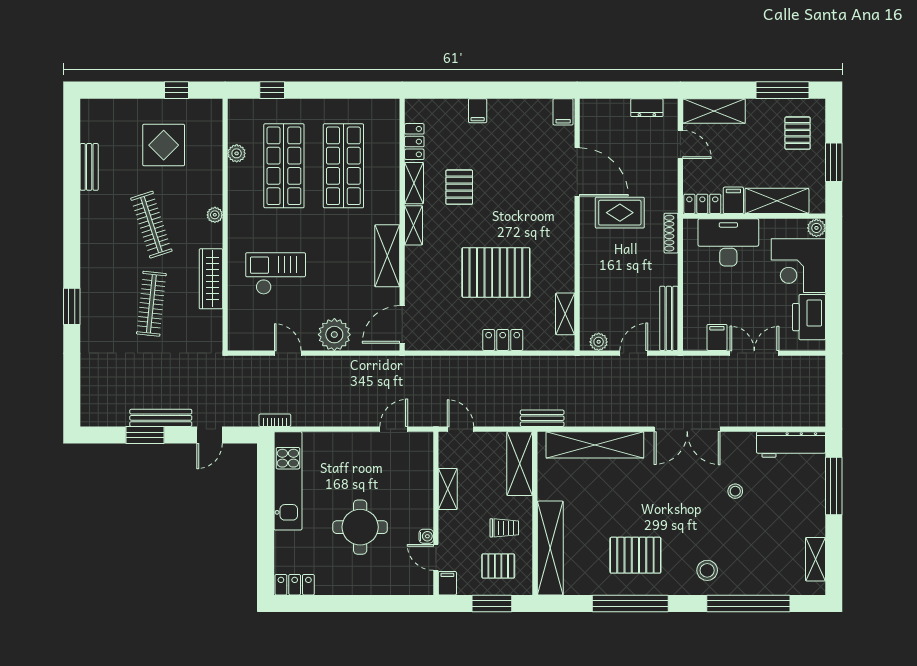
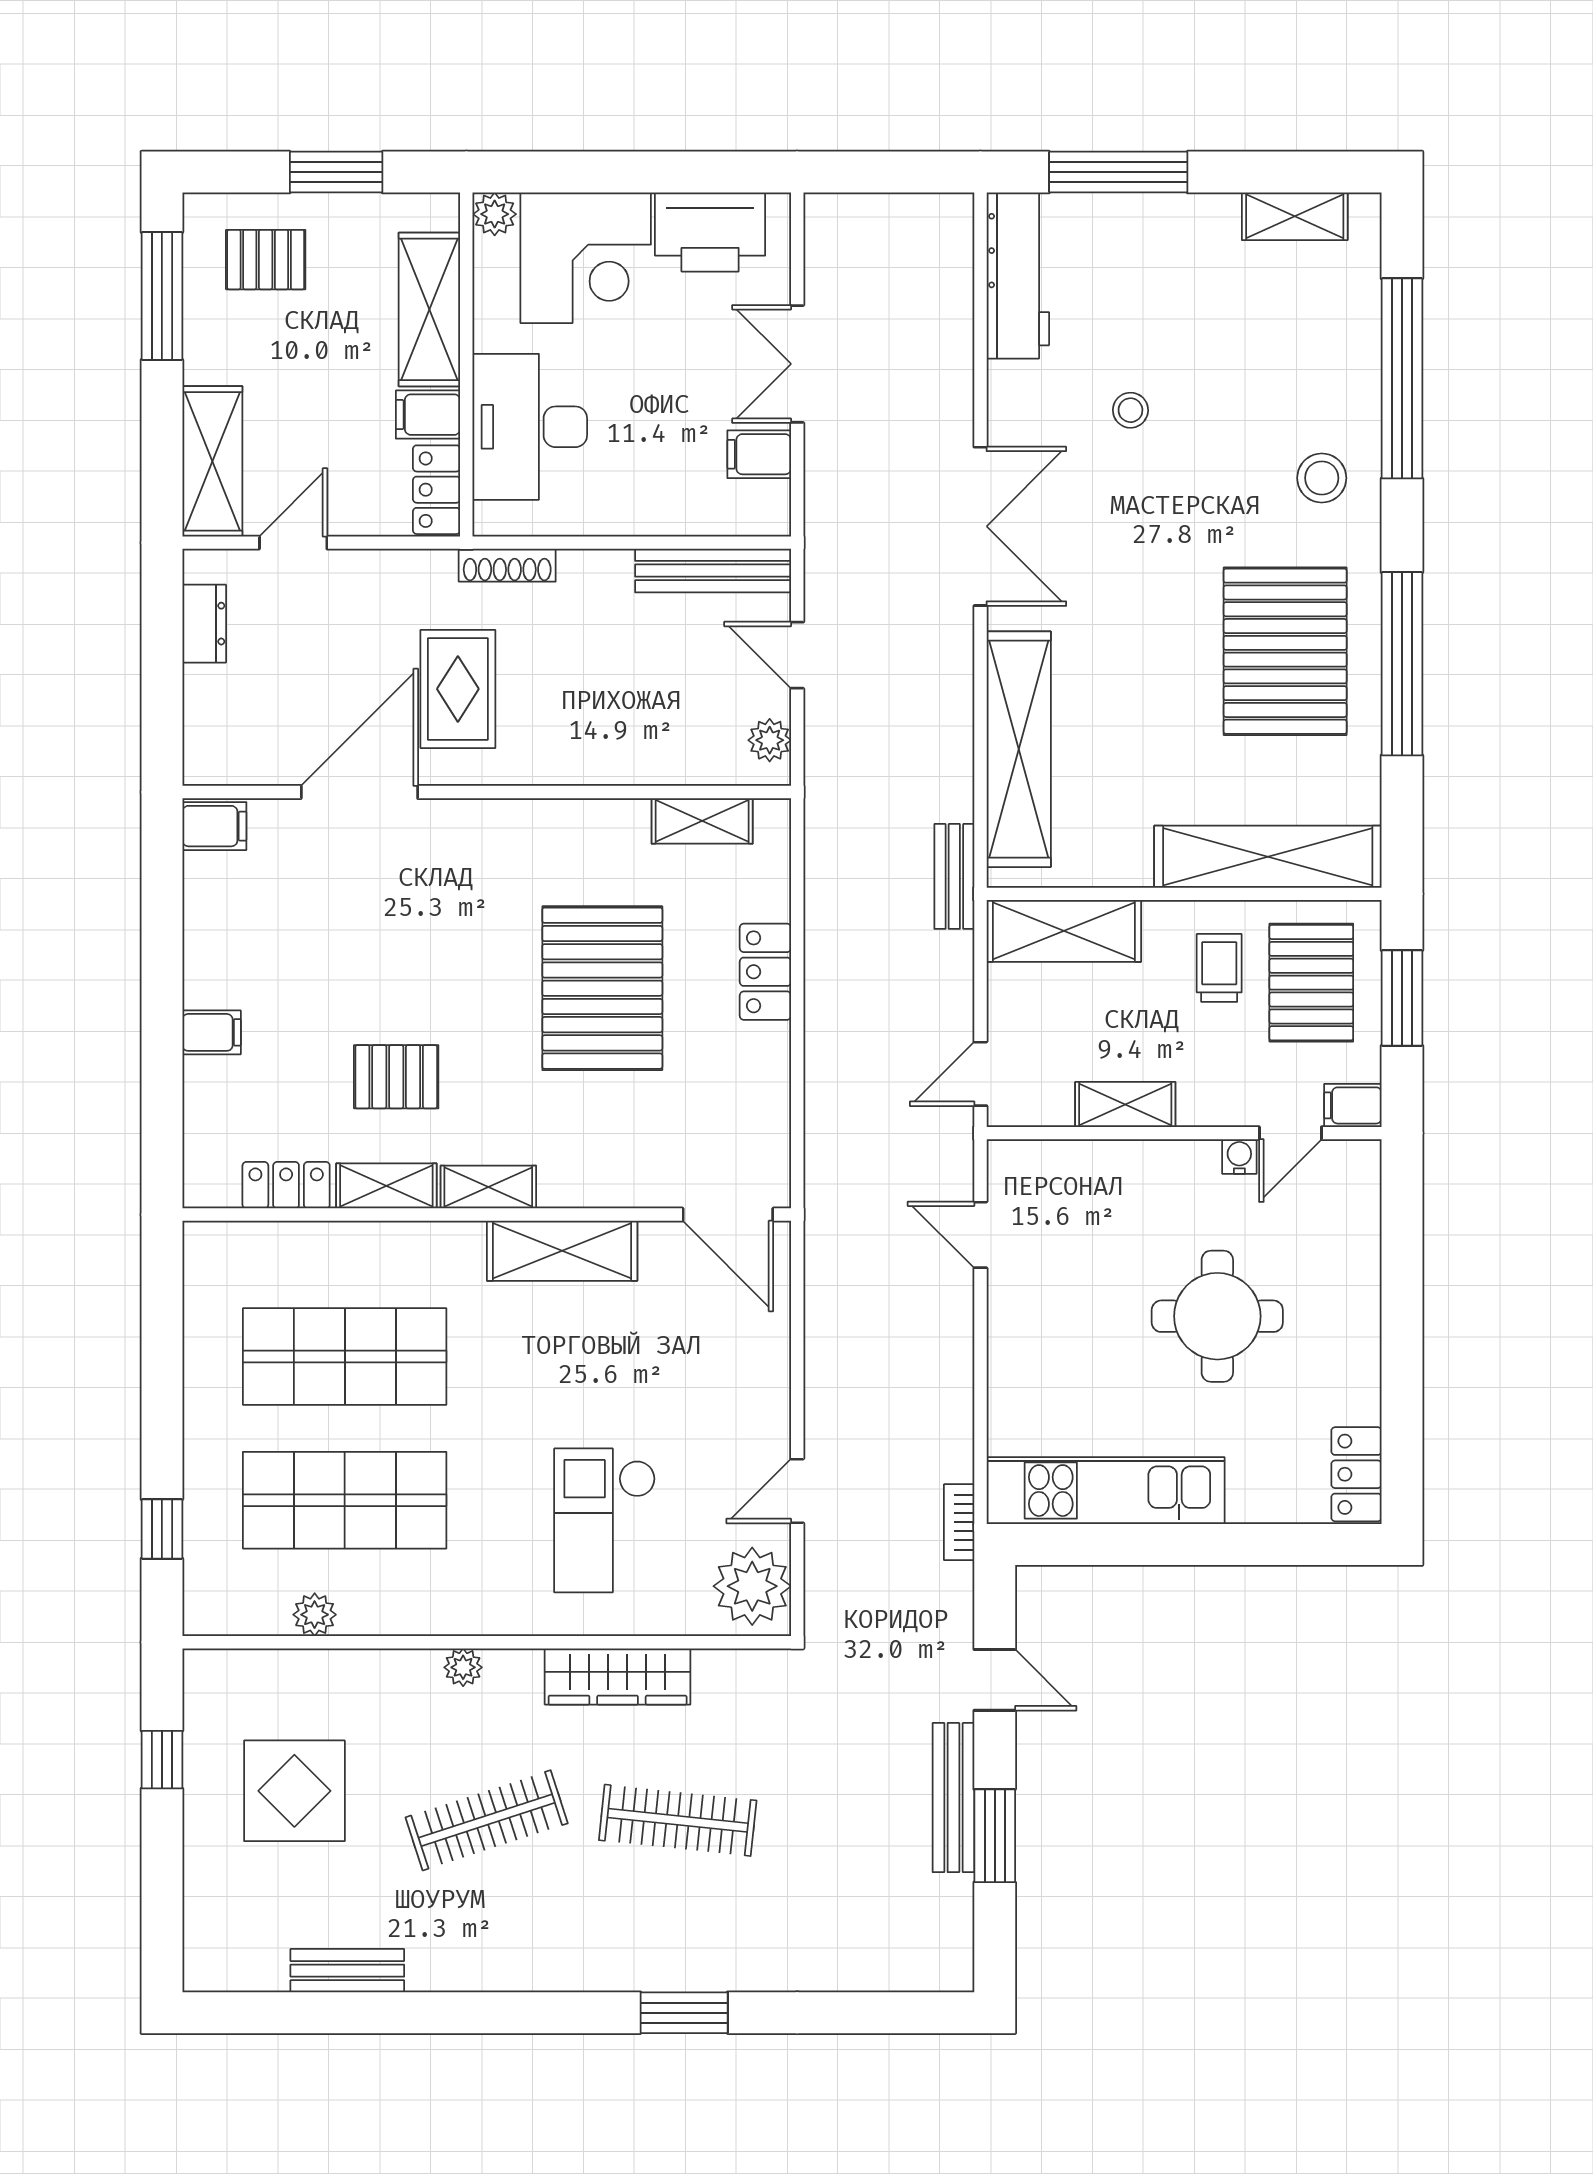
plant: (334, 335) -> (752, 1586), moved
pallet: (635, 555) -> (1285, 651), width x1.37, depth x1.41
pallet: (498, 566) -> (1311, 983), width x1.50, depth x1.42

